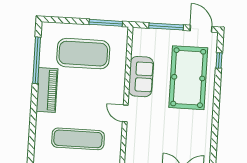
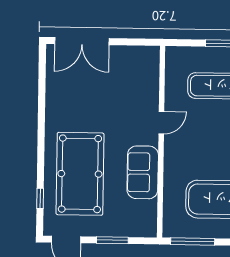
window: (166, 27) -> (112, 240), width x0.69
door: (125, 113) -> (161, 123), hinge flipped

